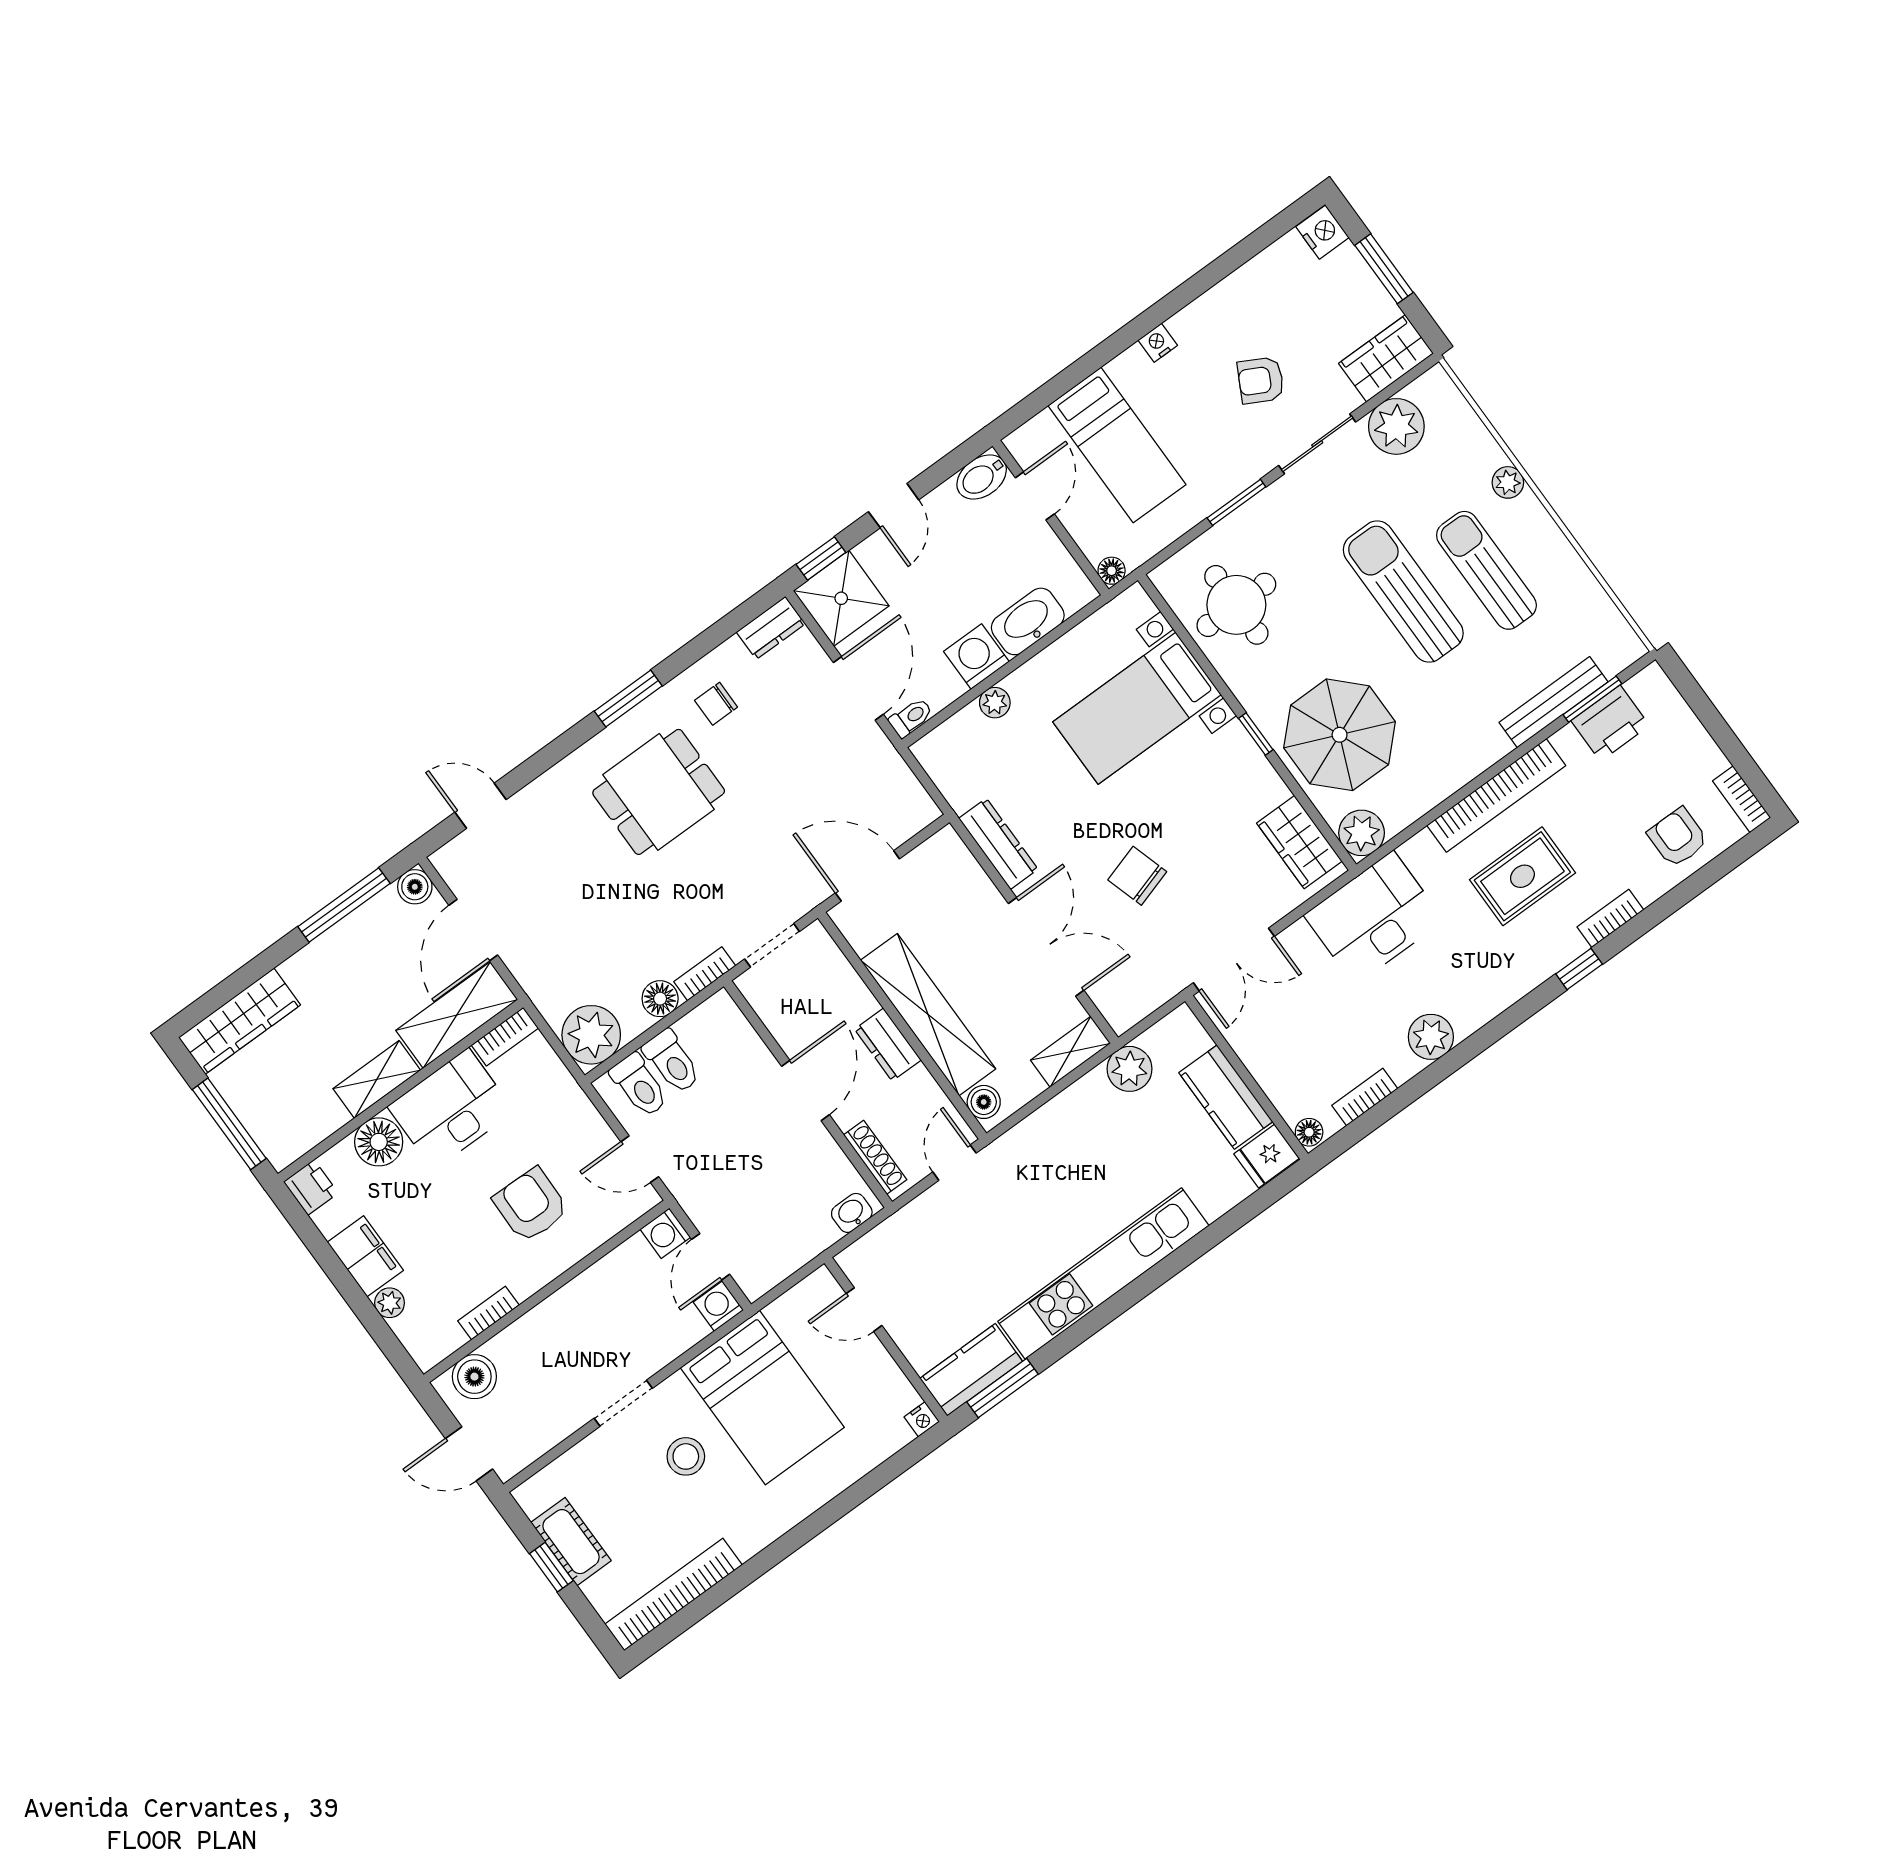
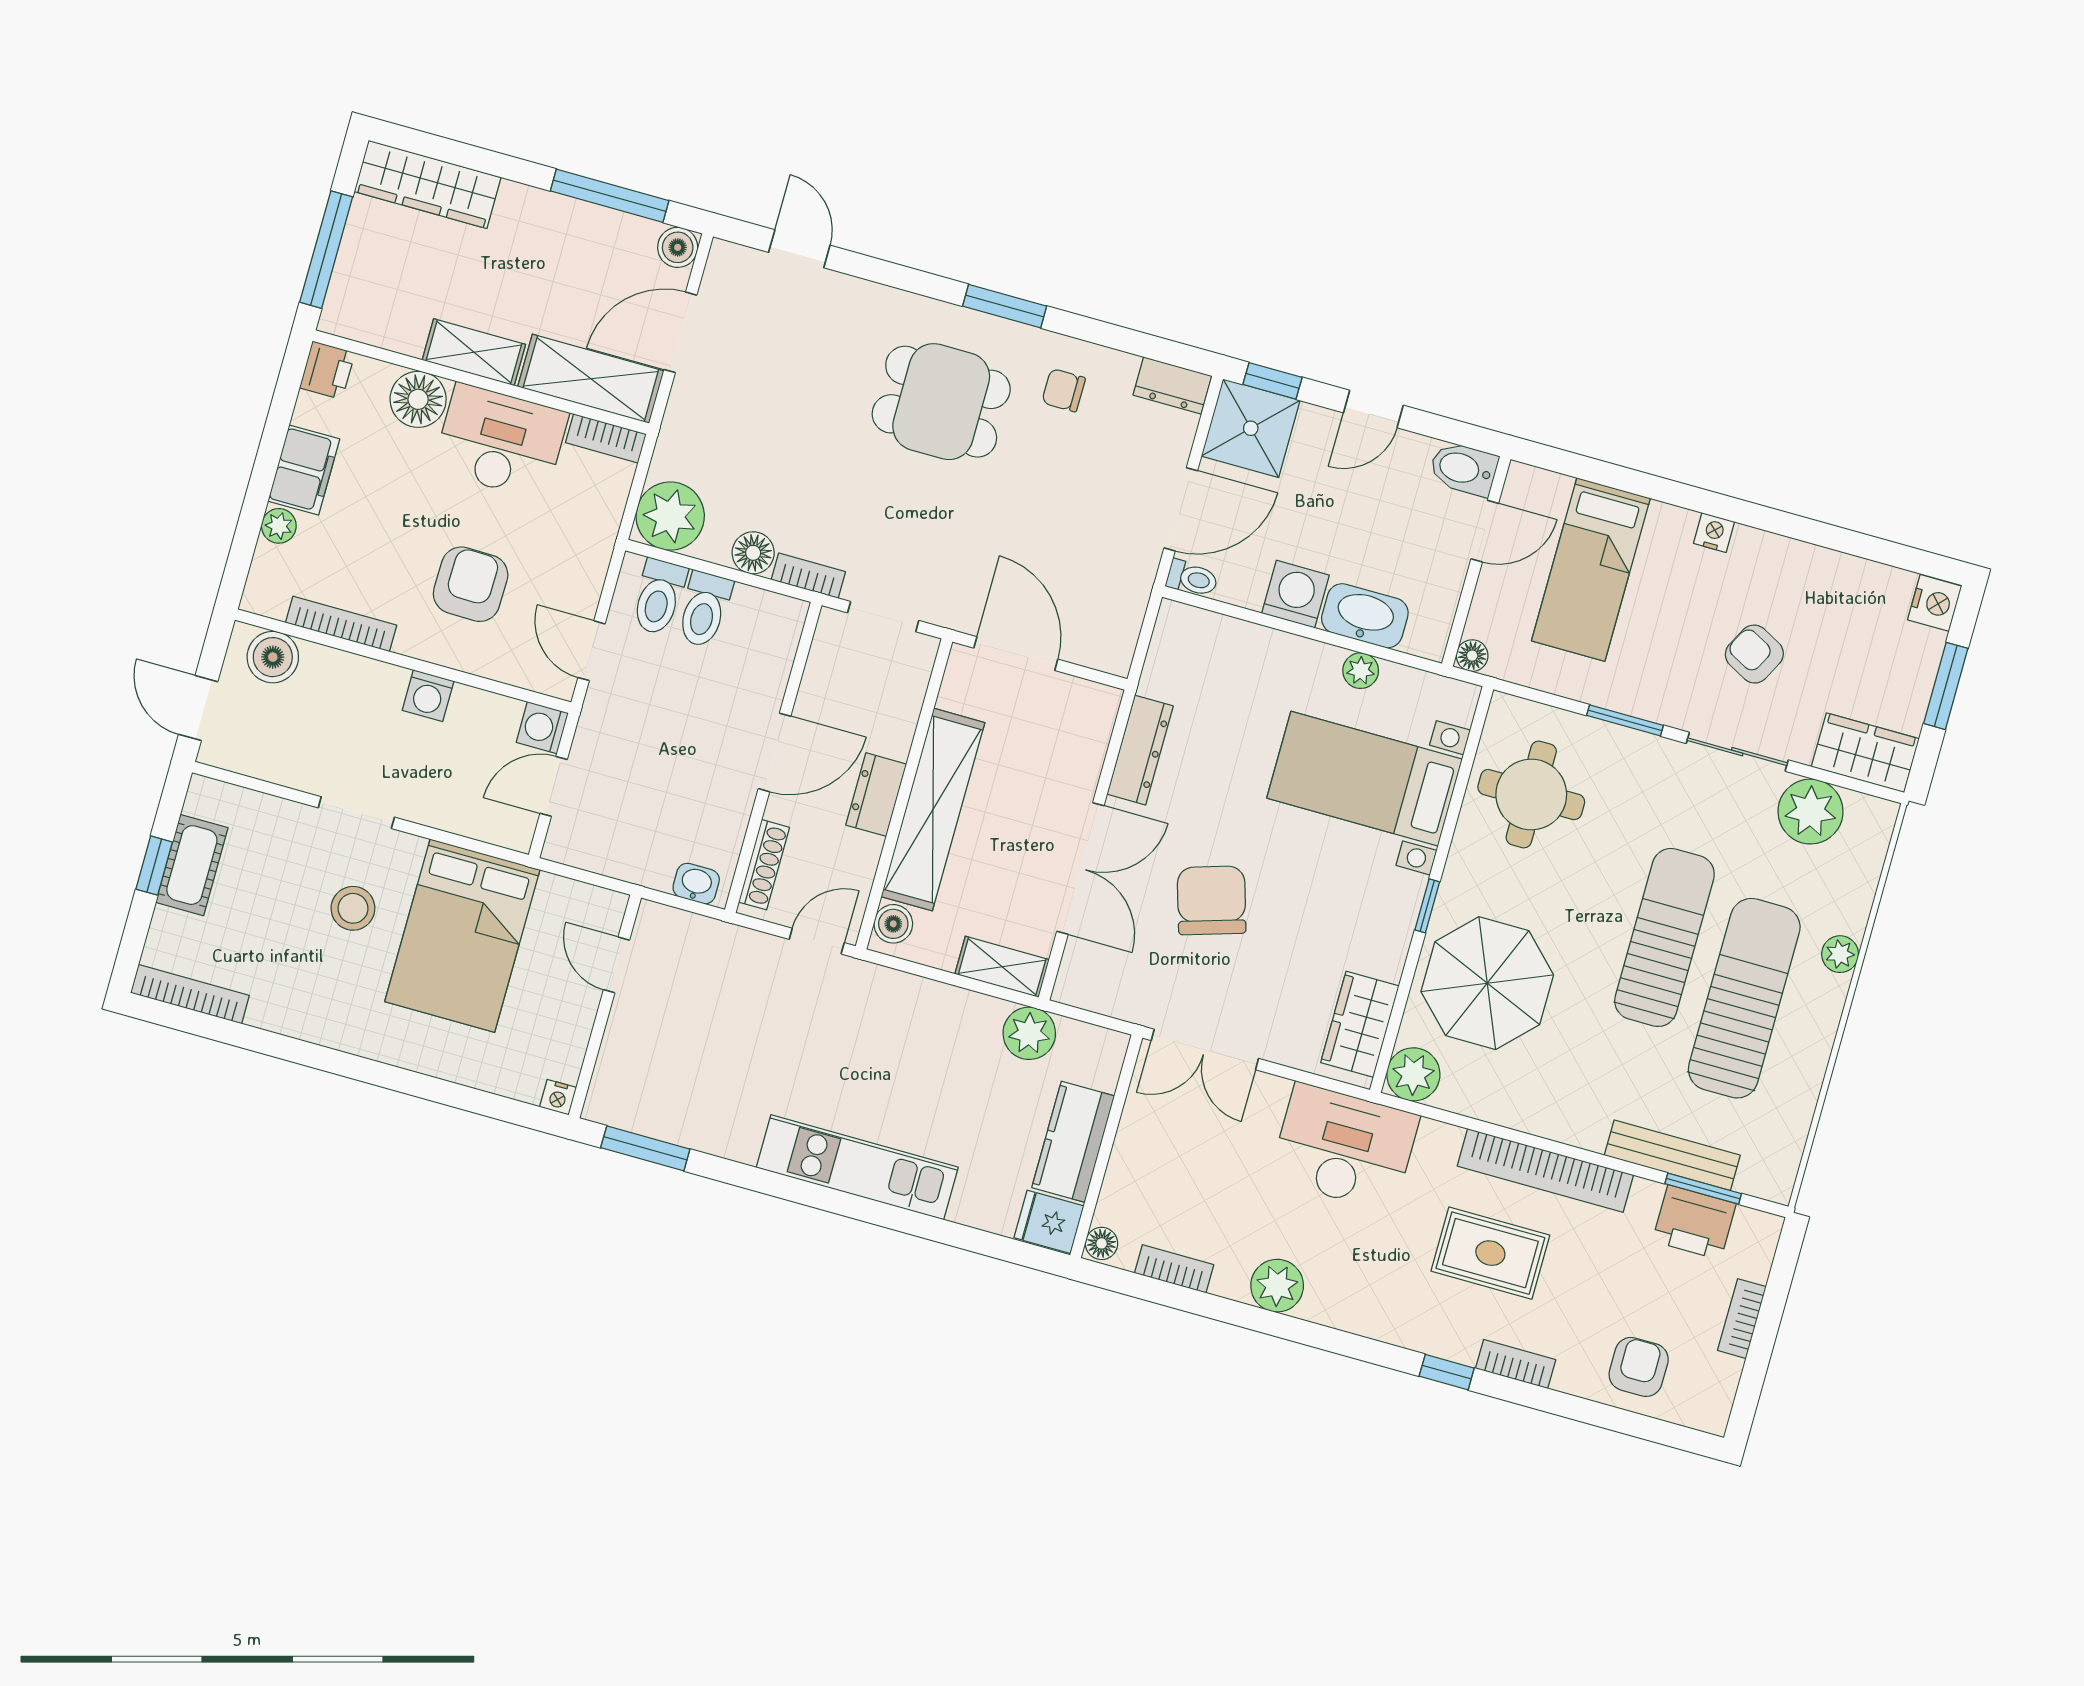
sun lounger: (1486, 570) -> (1744, 998), width x1.36, depth x1.34
plant: (995, 703) -> (1361, 671), moved
bookcase: (1742, 799) -> (1742, 1319), moved
chair: (1137, 876) -> (1212, 900), width x1.37, depth x1.37
kitchen unit: (1103, 1274) -> (857, 1167), width x0.73
washing machine: (718, 1306) -> (428, 696), moved, turned 180
bookcase: (489, 1313) -> (341, 624), width x1.56
kitchen counter: (971, 1370) -> (639, 1107), removed
bookcase: (673, 1594) -> (190, 994), width x0.68, depth x0.76

